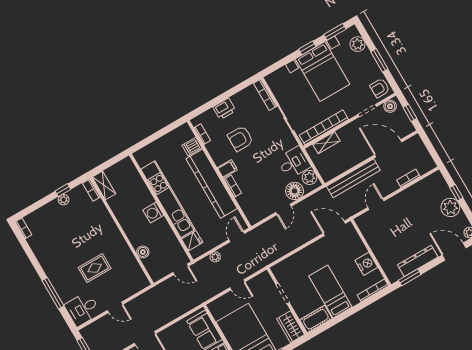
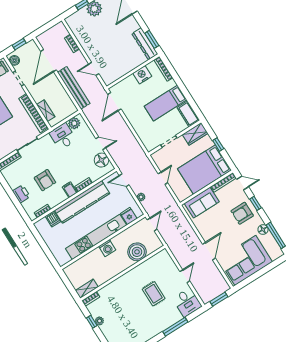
floor lamp: (295, 191) -> (101, 160), moved
boiler: (143, 252) -> (137, 252), width x1.86, depth x1.86
dresser: (418, 261) -> (145, 44), moved

